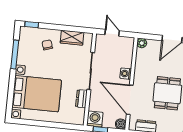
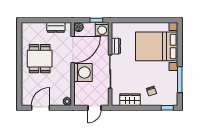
door: (112, 33) -> (94, 108), hinge flipped
washing machine: (126, 74) -> (83, 72), width x1.89, depth x1.89
door: (130, 100) -> (73, 49), hinge flipped

